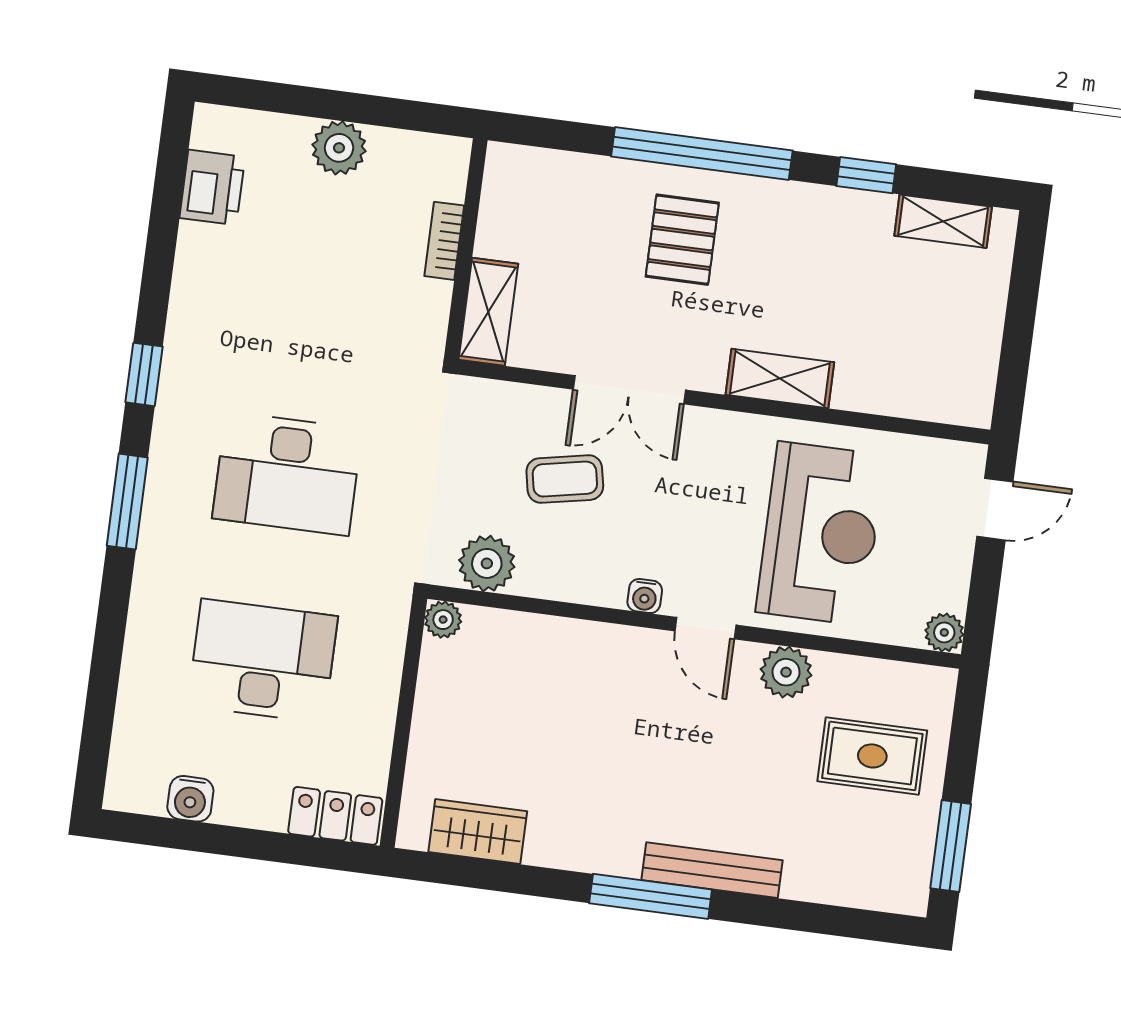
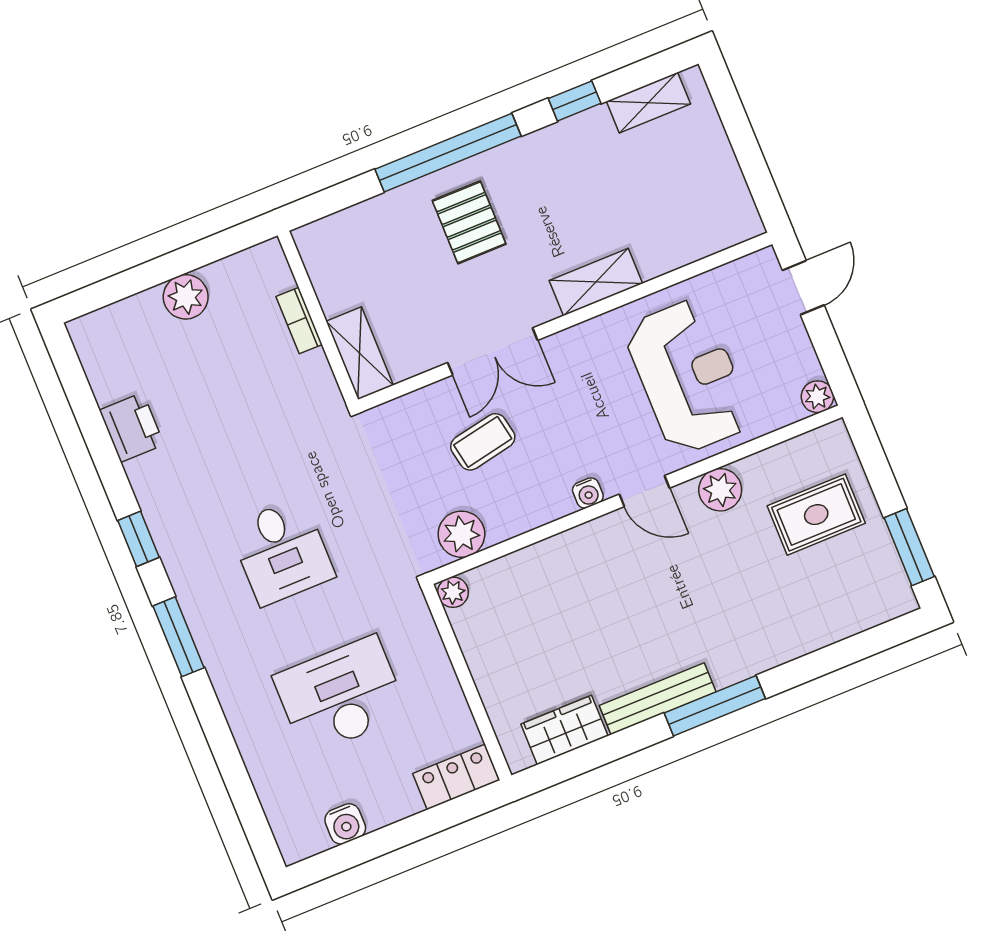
printer: (212, 187) -> (132, 427), moved
desk: (287, 474) -> (282, 551), width x0.73
bench: (712, 870) -> (658, 699), moved

